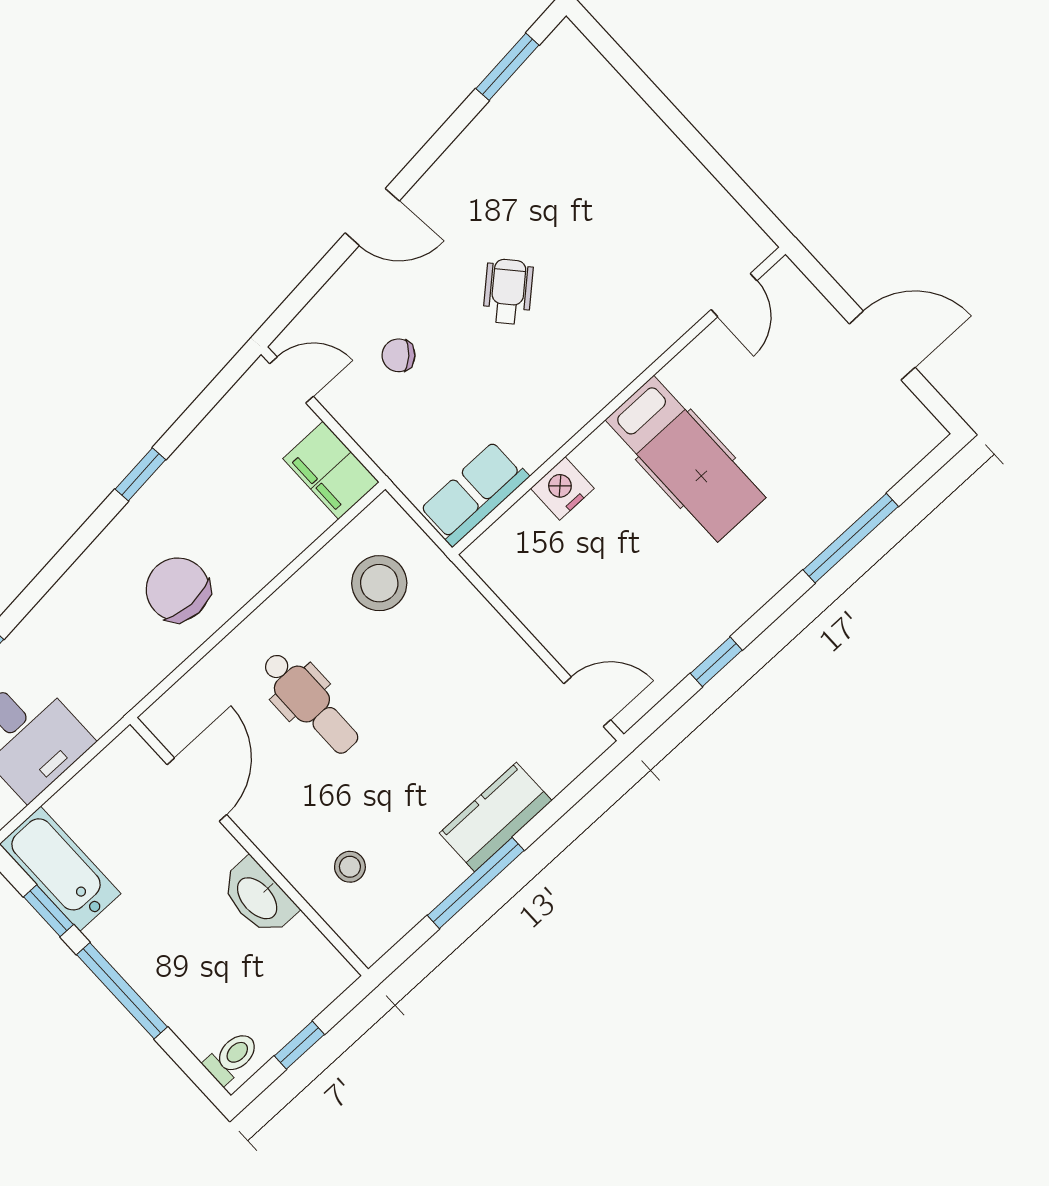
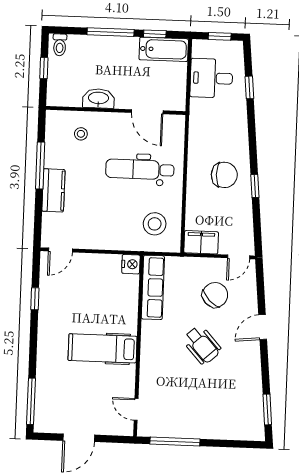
window: (723, 172) -> (175, 441), added
wheelchair: (508, 292) -> (202, 345), width x1.36, depth x1.37
chair: (399, 355) -> (215, 295), width x1.87, depth x1.87
nightstand: (562, 488) -> (131, 264), moved
row of seats: (474, 494) -> (153, 287), width x1.48
window: (851, 538) -> (31, 401), moved
chair: (178, 589) -> (224, 175), moved
dental chair: (310, 703) -> (140, 169), width x1.36, depth x1.38

